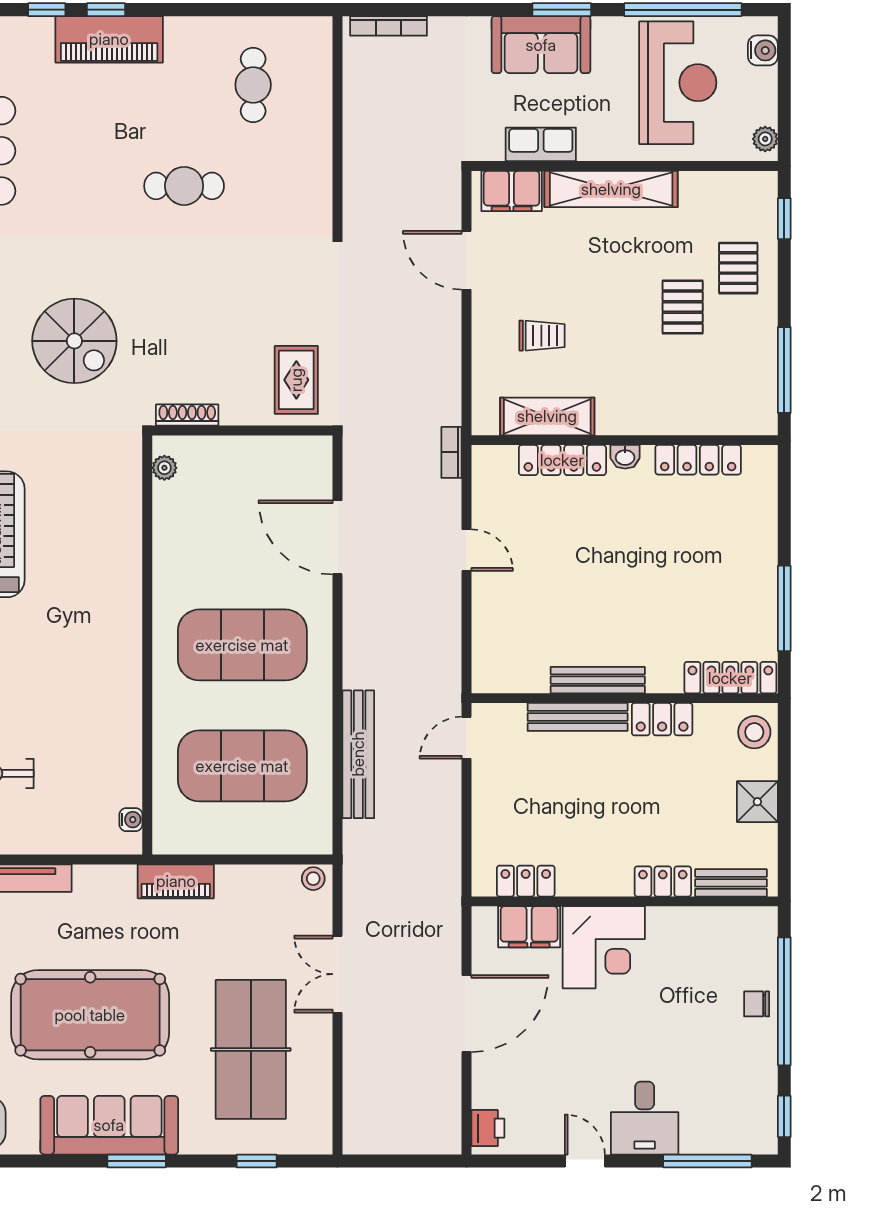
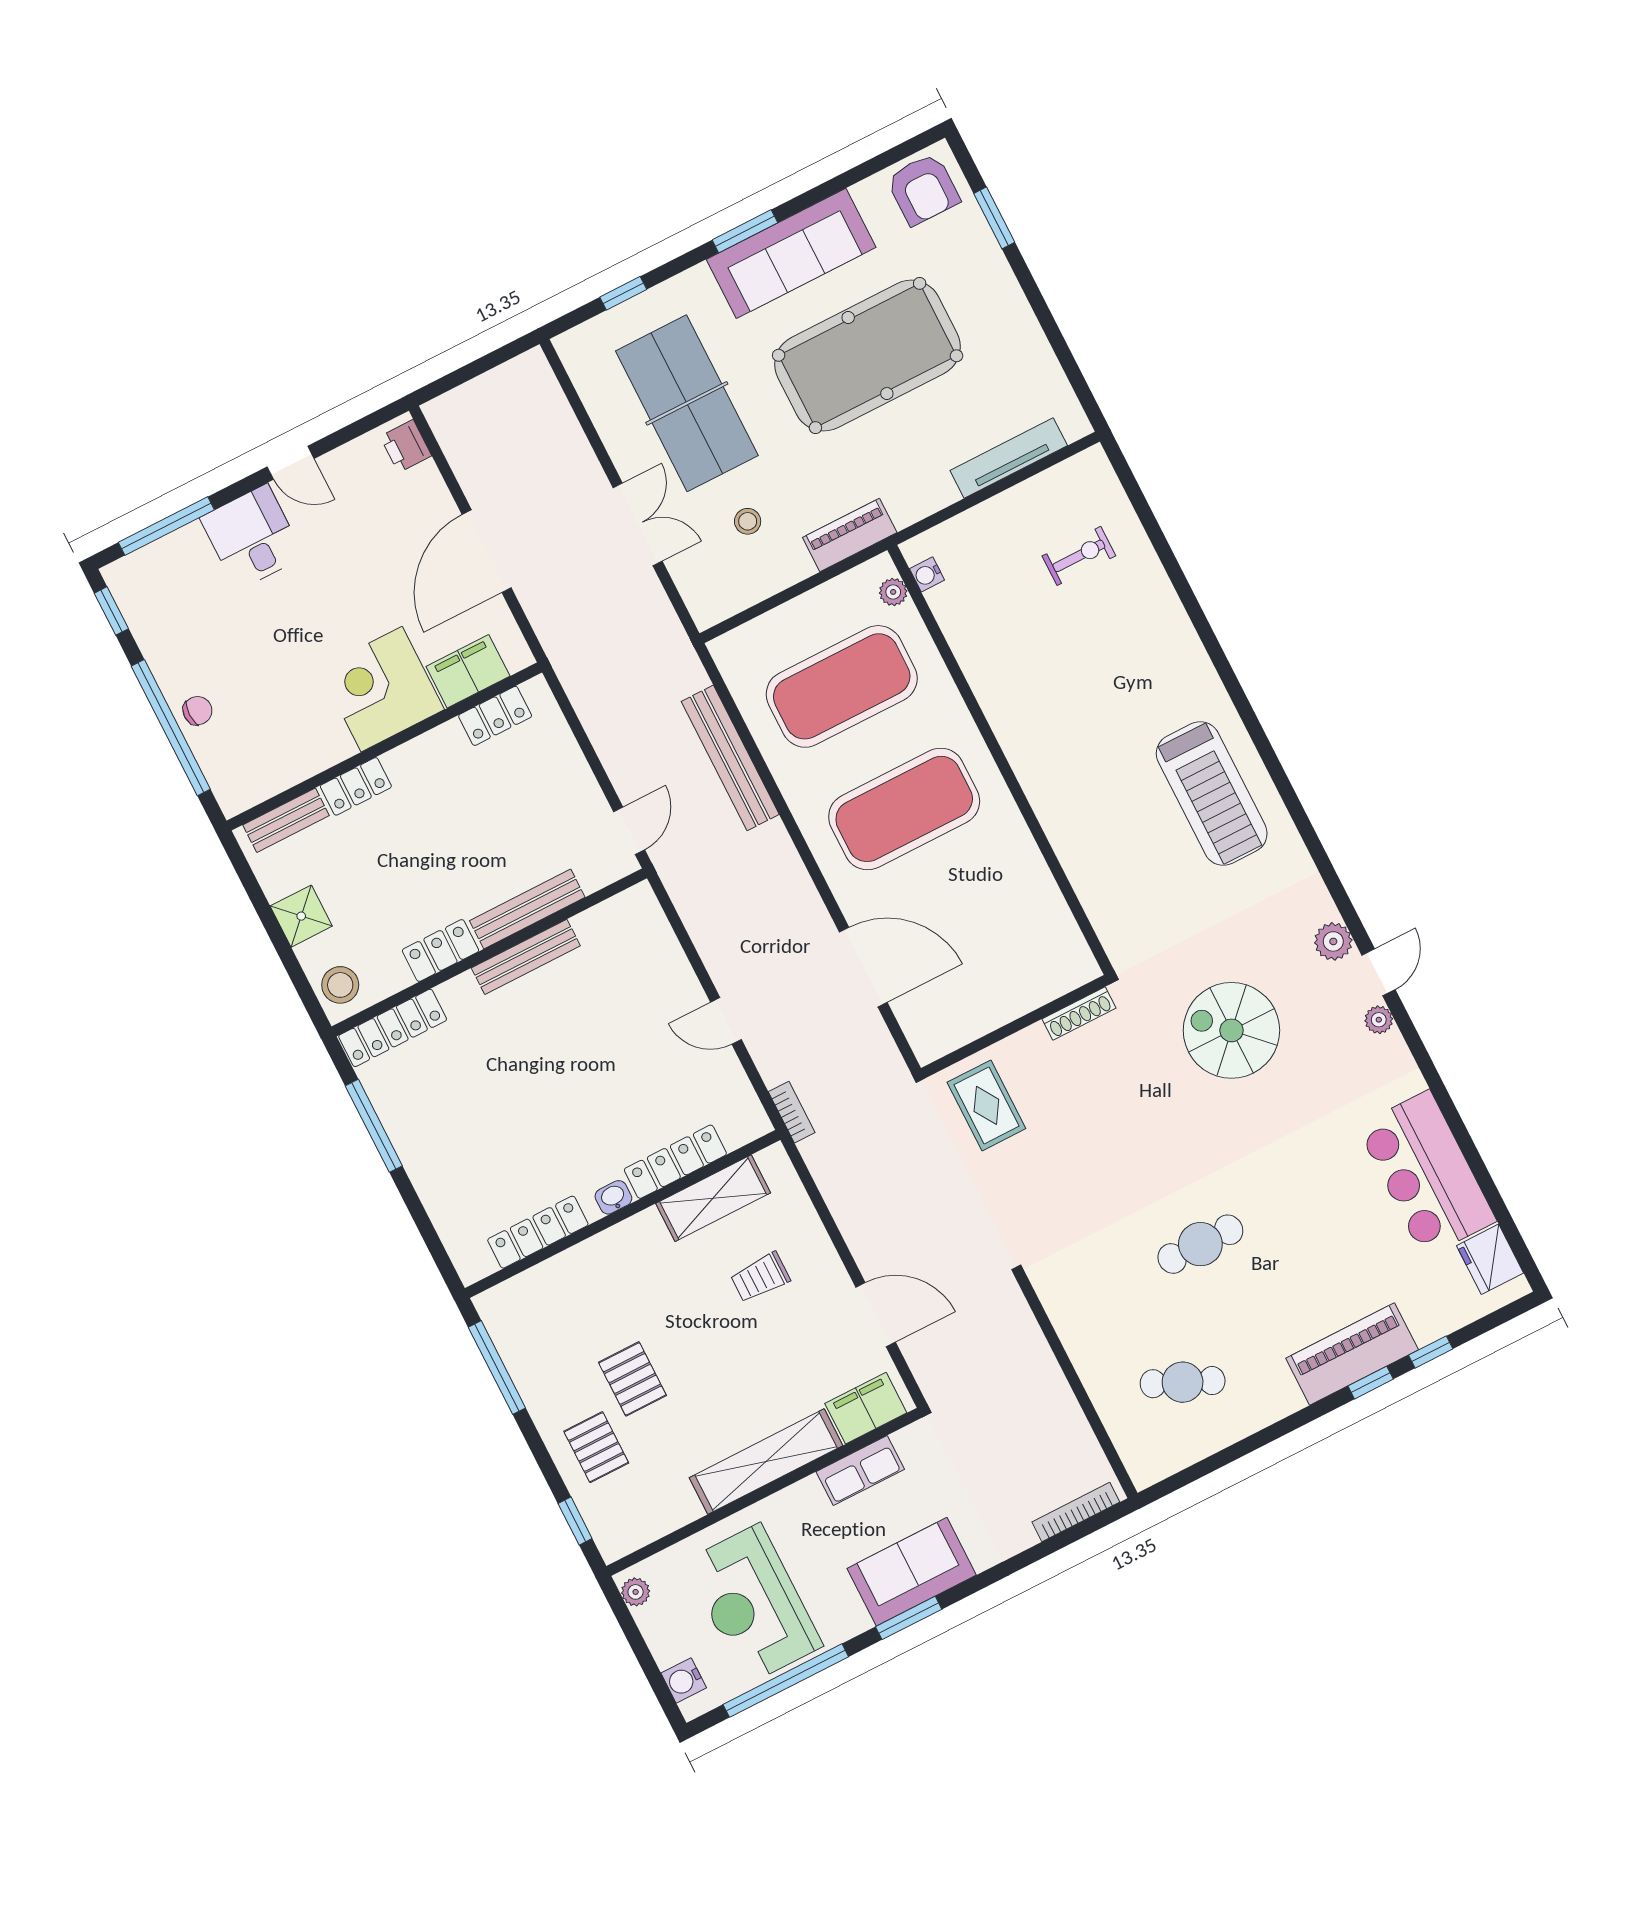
cafe table: (253, 85) -> (1183, 1382), turned -66
plant: (164, 468) -> (893, 592), moved
stool: (313, 879) -> (748, 521), moved

